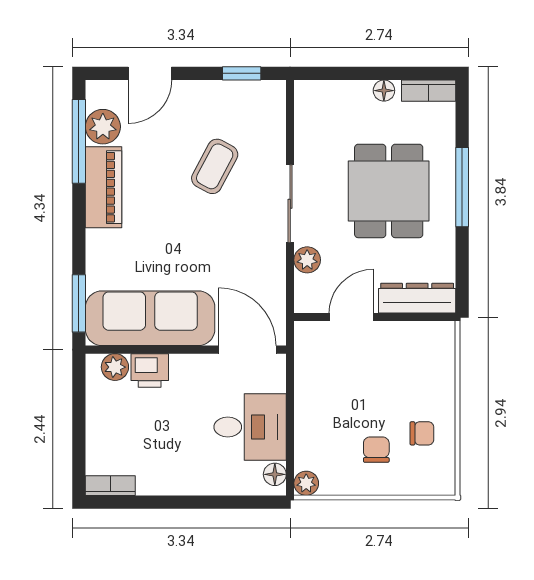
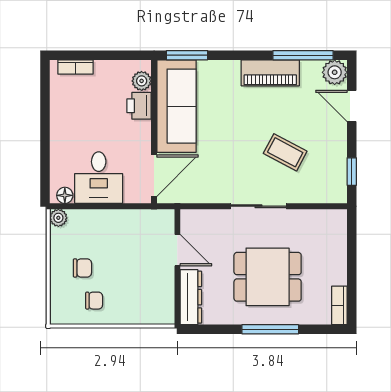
floor lamp: (384, 91) -> (339, 273), removed
plant: (103, 127) -> (335, 72), moved
plant: (307, 260) -> (218, 219), removed
chair: (422, 433) -> (94, 301), turned -90
bookcase: (110, 486) -> (75, 67), moved, turned 90

